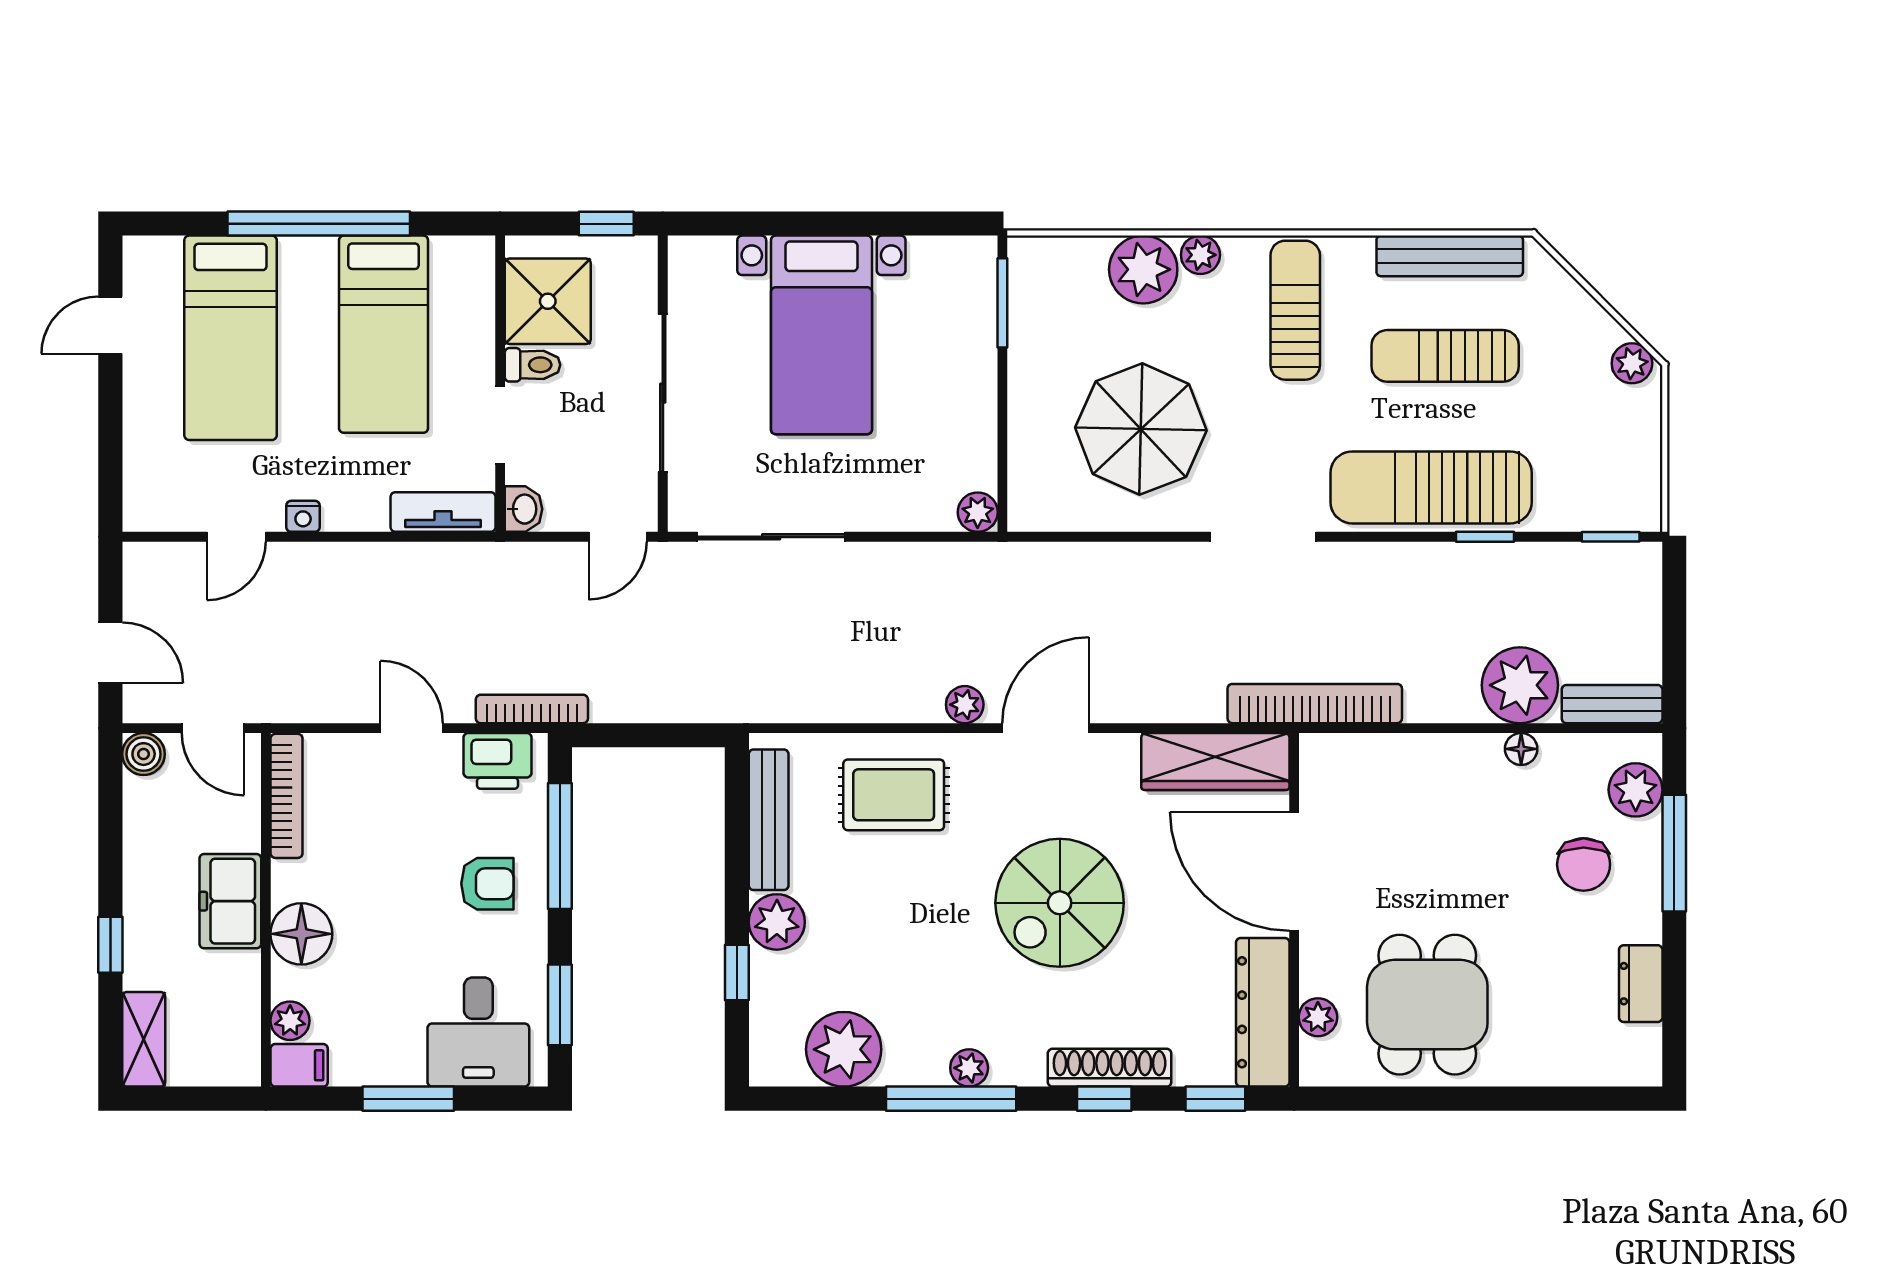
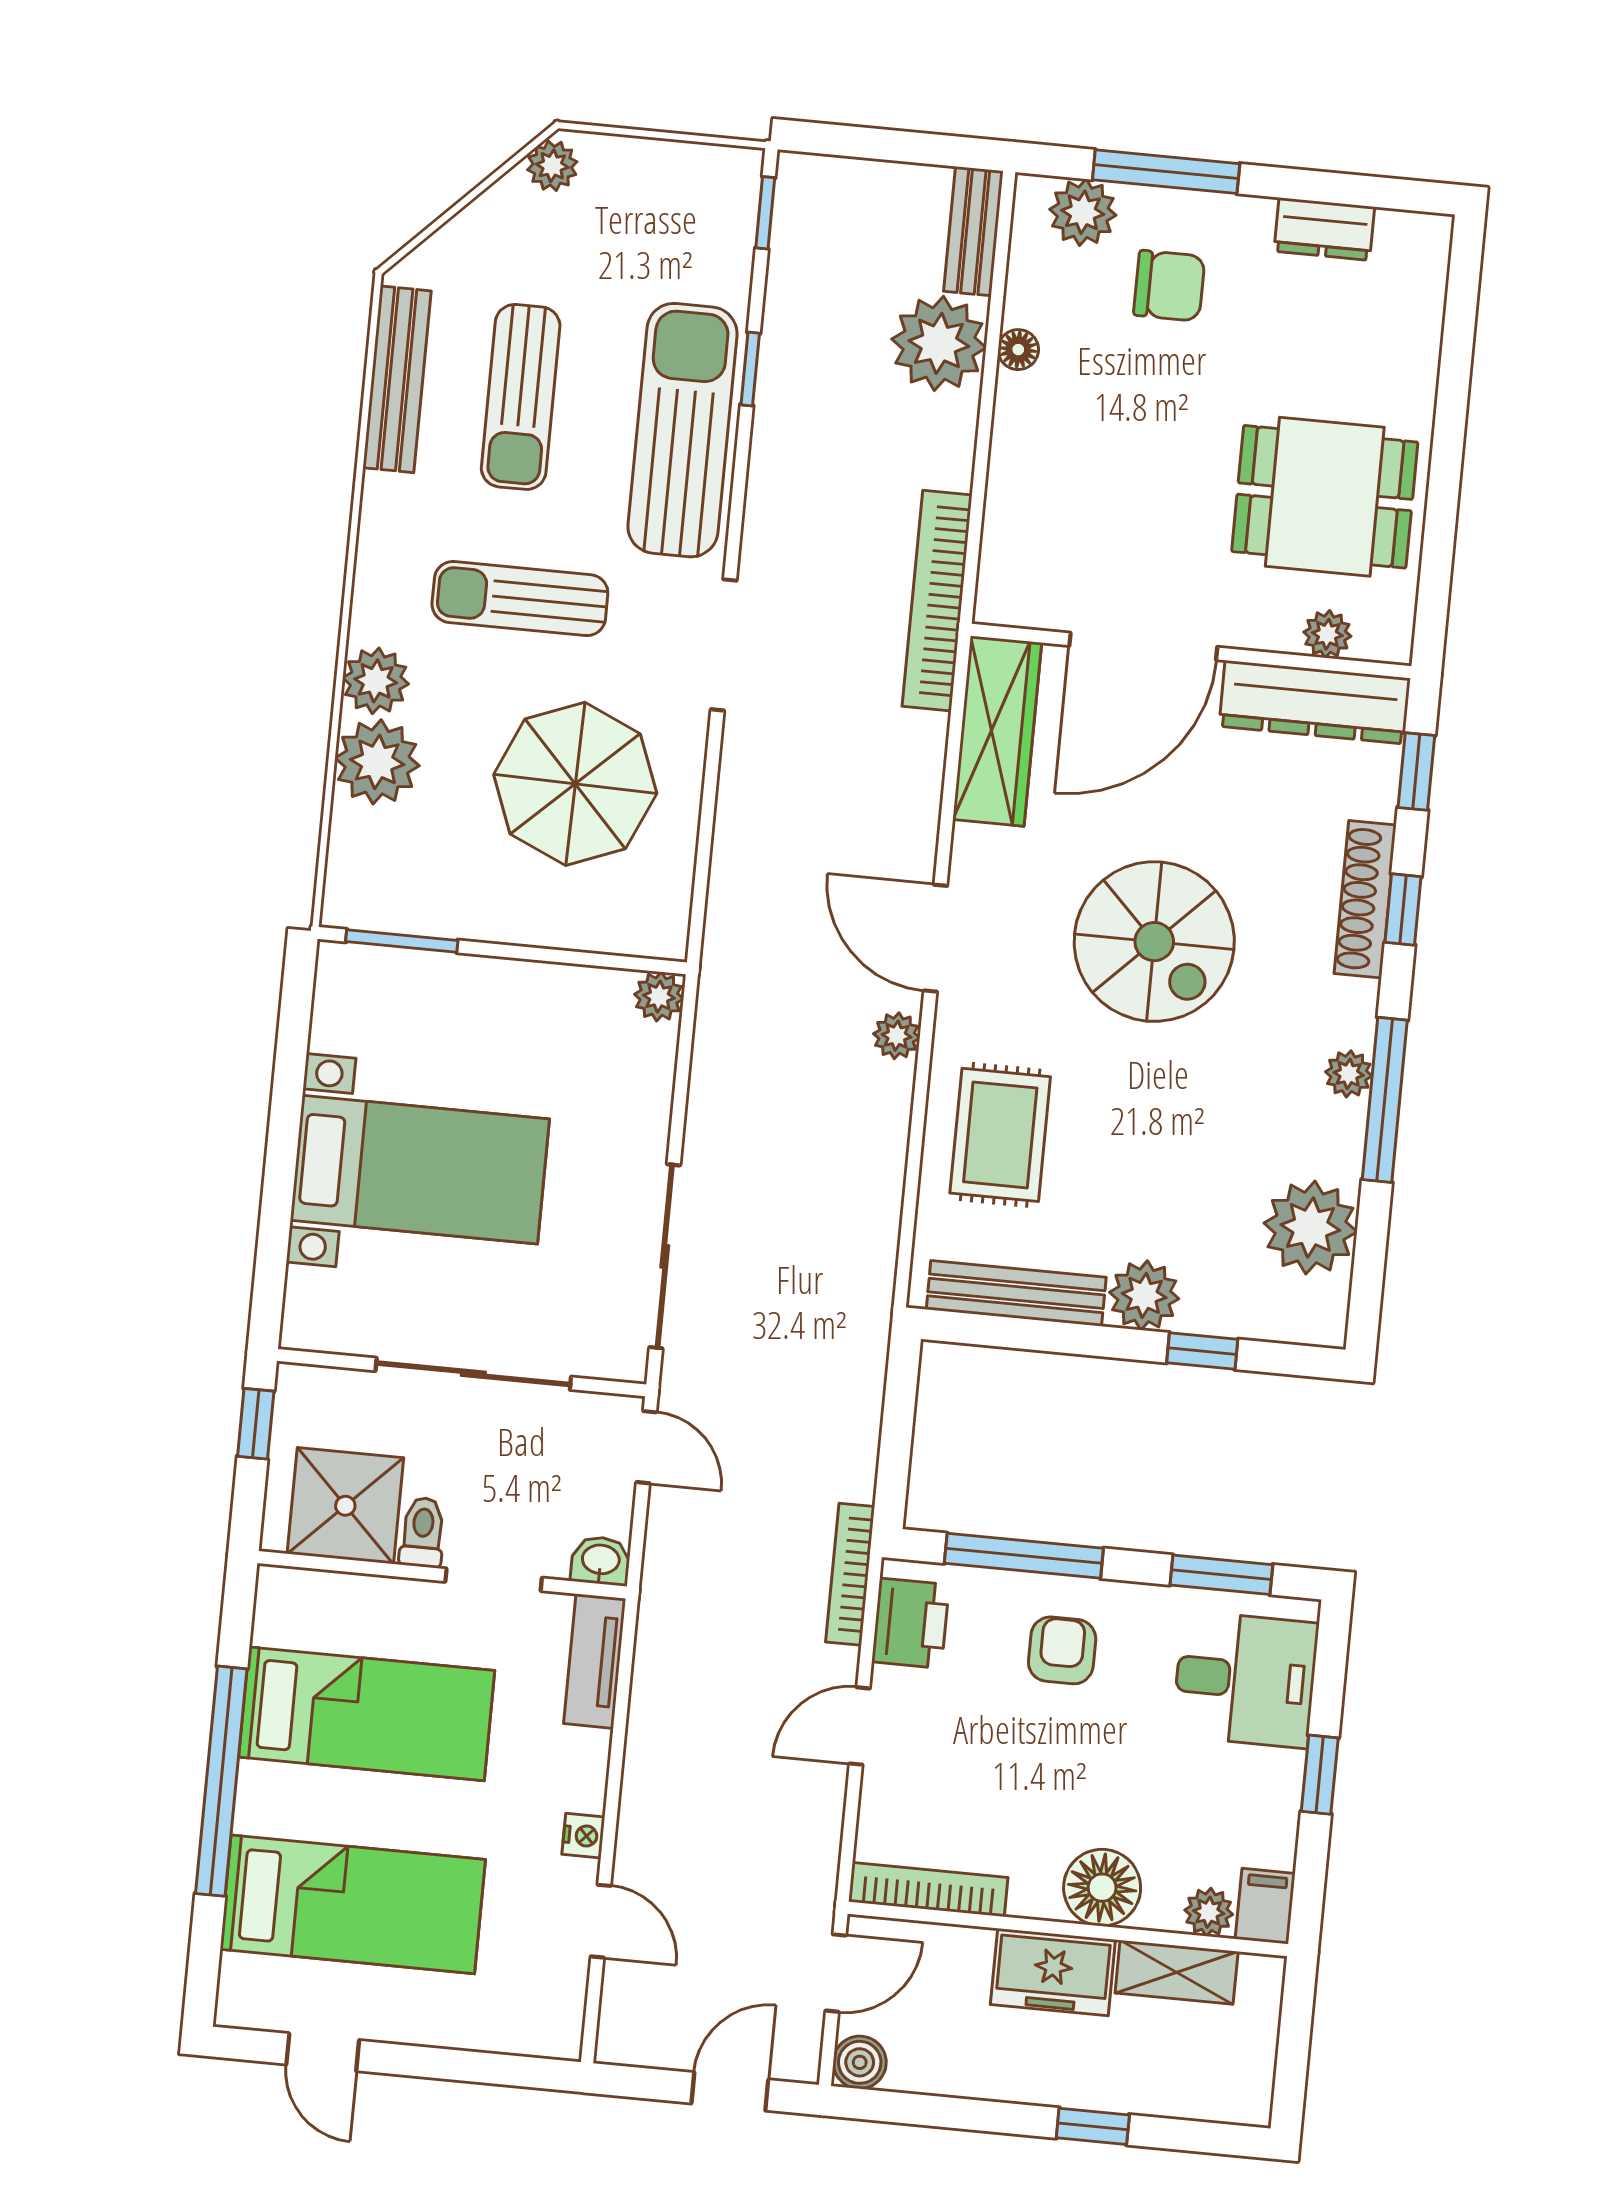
plant: (1200, 255) -> (376, 681), width x1.38, depth x1.38
sun lounger: (1295, 310) -> (520, 599), moved
sun lounger: (1431, 487) -> (682, 430), turned 180
shelving: (144, 1039) -> (1177, 1972), moved
window: (408, 1099) -> (1320, 1775), width x0.67

